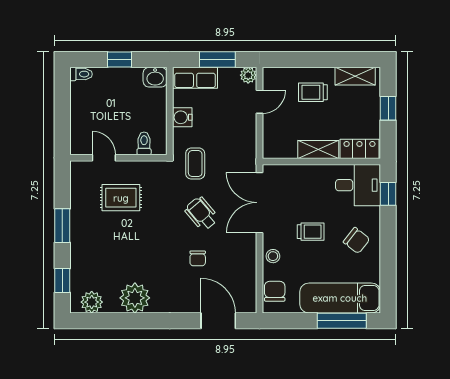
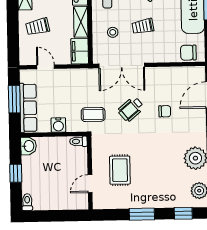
plant: (248, 75) -> (26, 76), removed
row of seats: (195, 78) -> (28, 108), width x1.48
trolley: (313, 92) -> (38, 27), turned 78
toilet: (144, 143) -> (78, 141), moved
filing cabinet: (279, 147) -> (80, 51), added
trolley: (311, 232) -> (143, 26), turned -100
stool: (273, 256) -> (113, 32), moved

